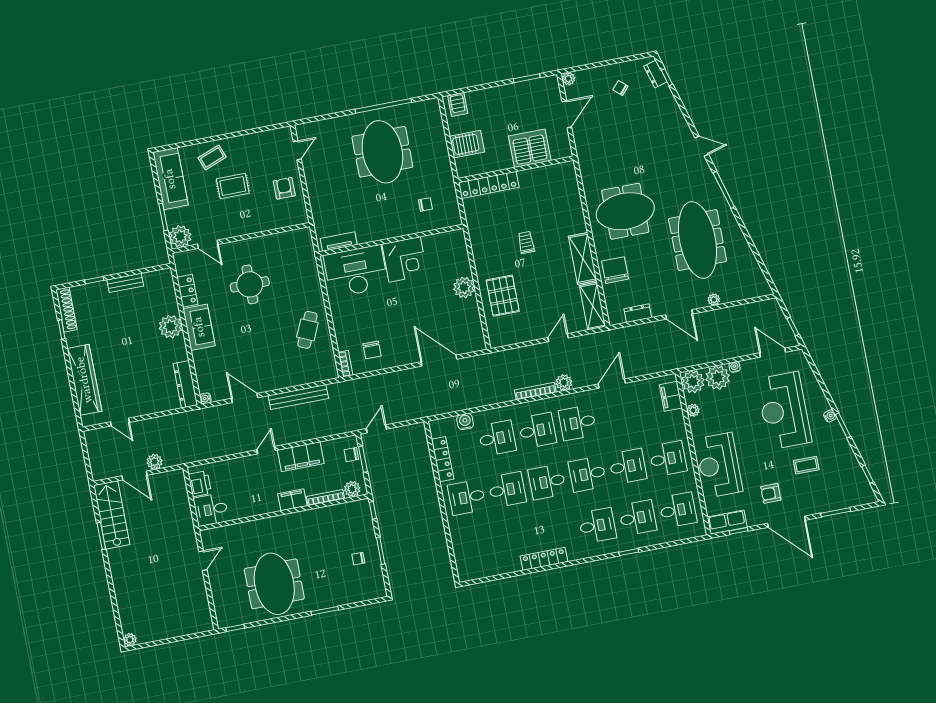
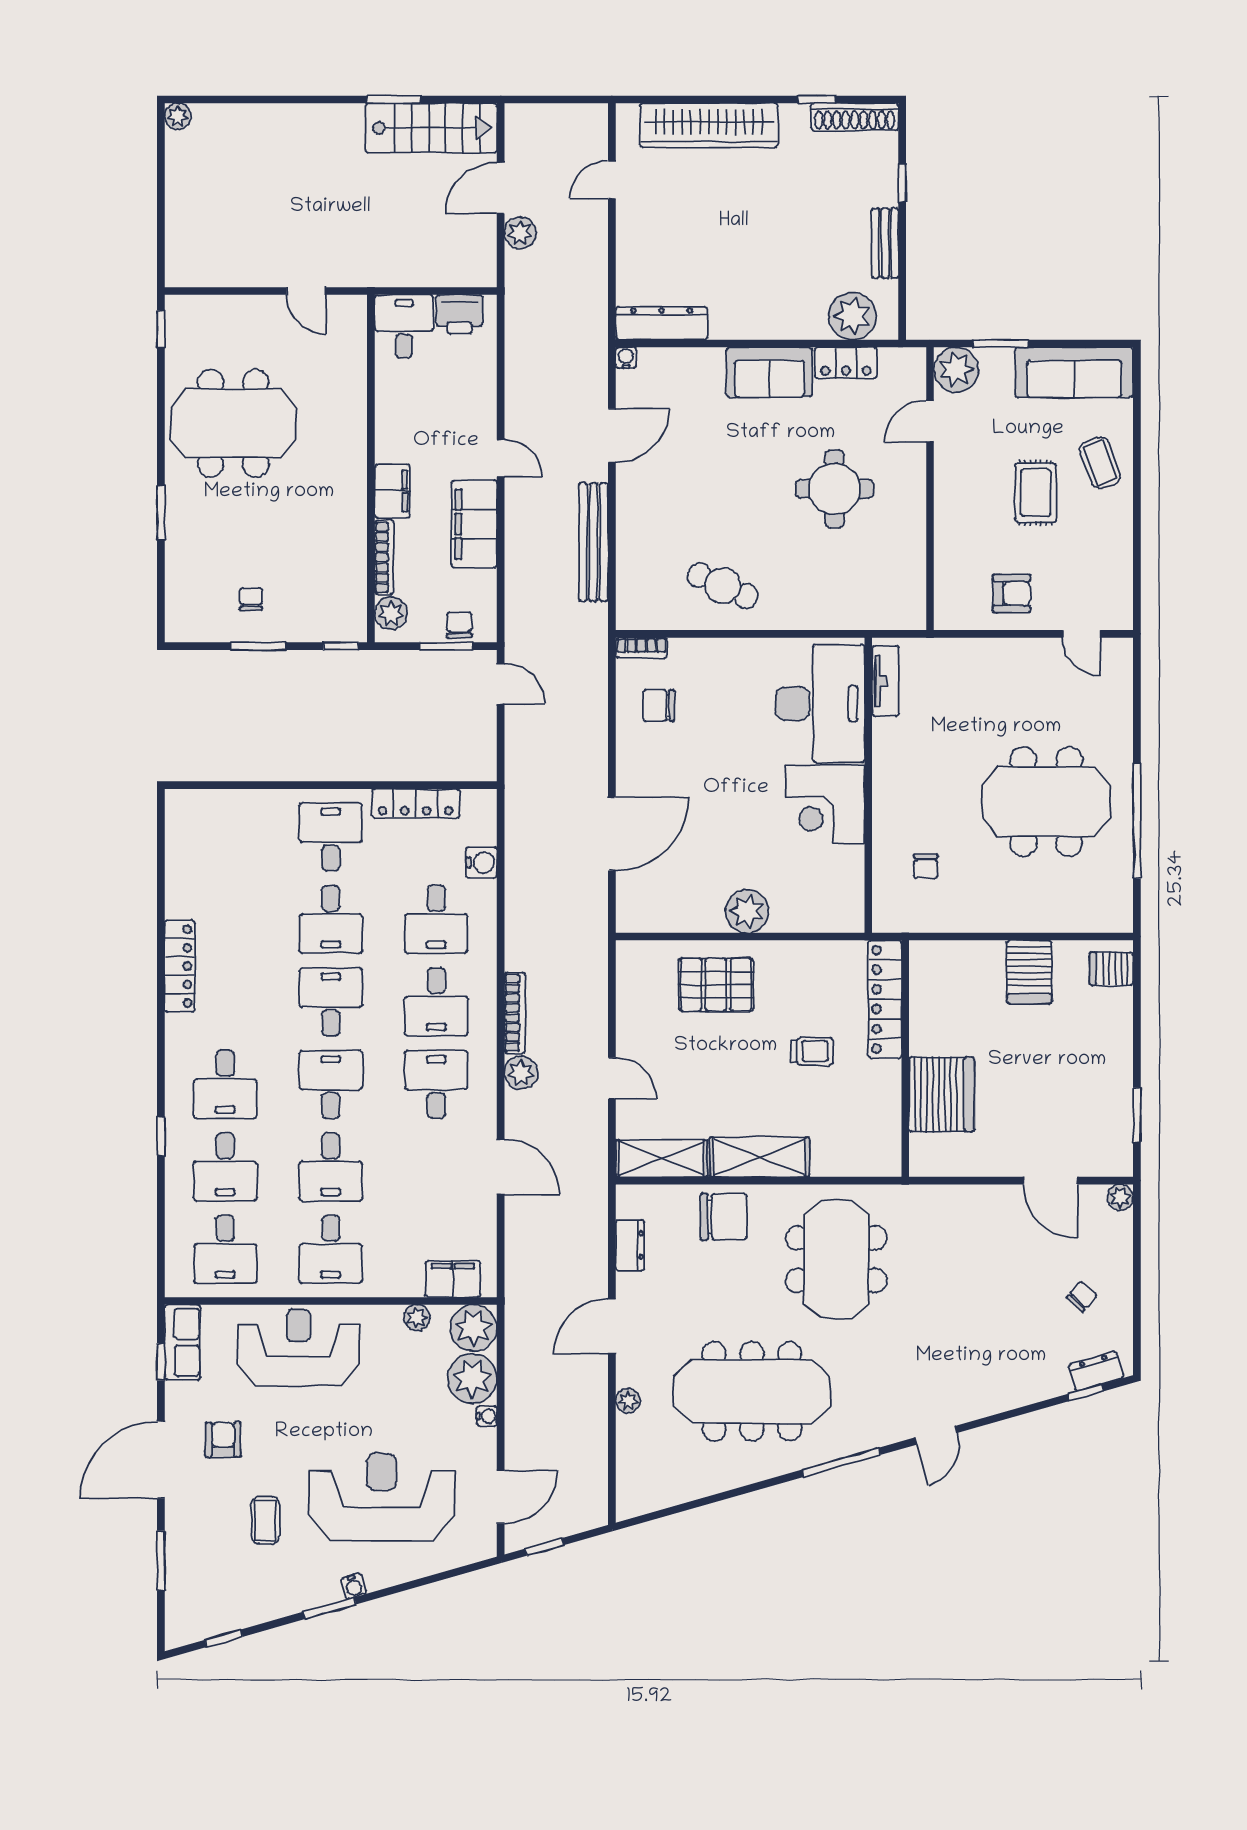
server rack: (530, 148) -> (942, 1094), moved
wall: (516, 169) -> (905, 1059), moved
locker: (489, 185) -> (885, 999), moved
plant: (171, 327) -> (852, 316), moved

